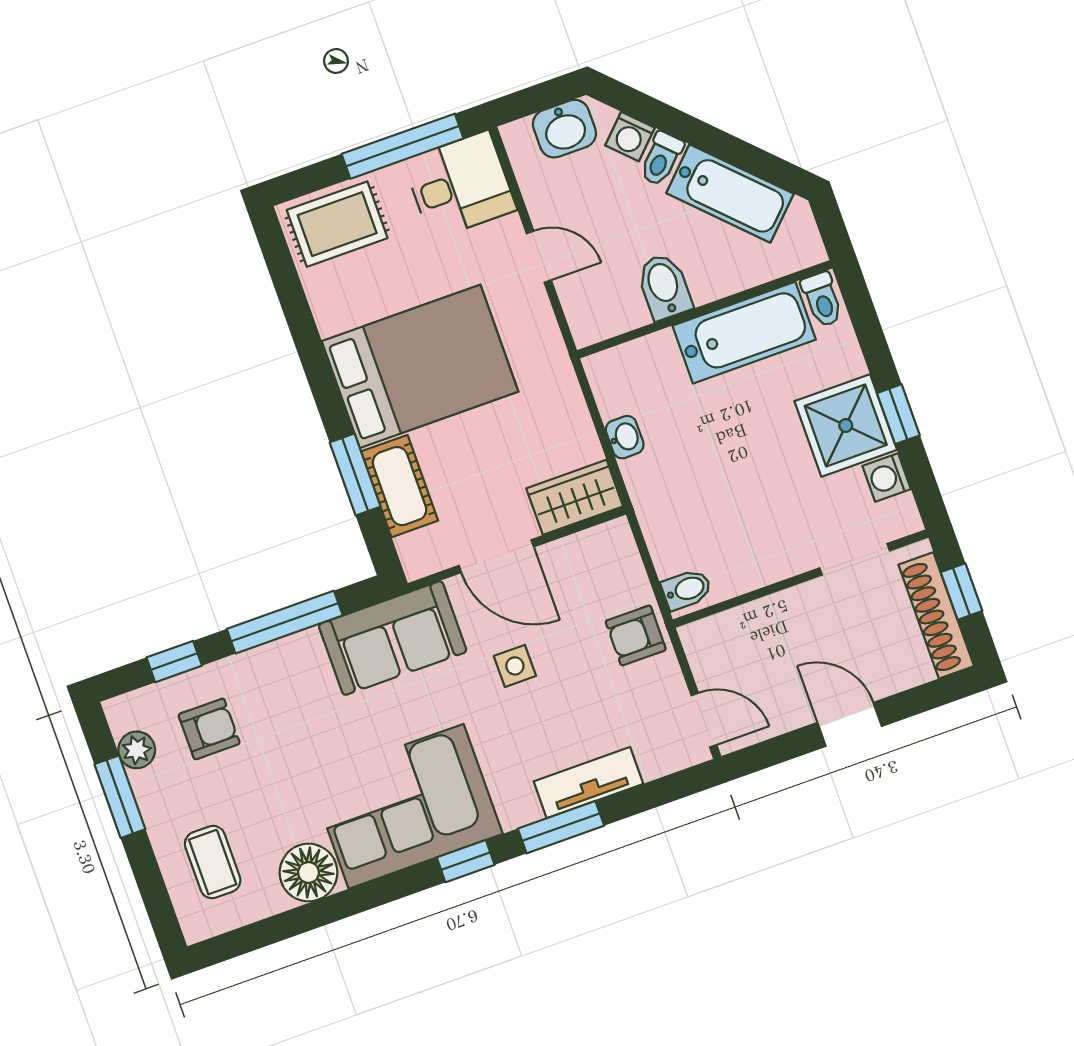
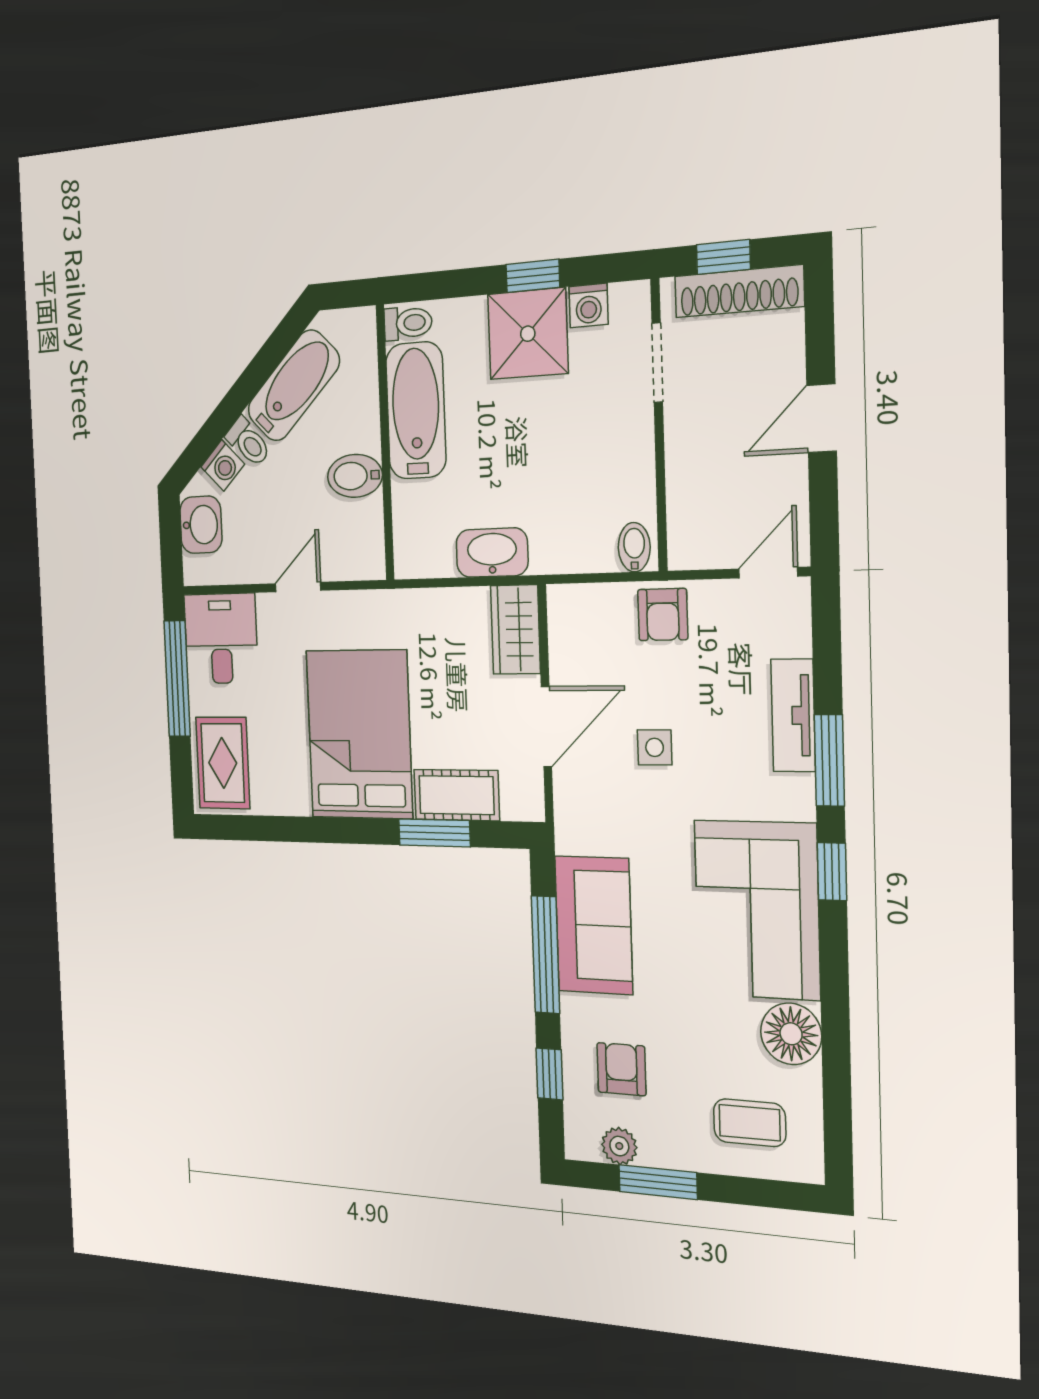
washbasin: (625, 437) -> (492, 553), width x1.91, depth x1.45
sofa: (393, 638) -> (594, 925), moved

